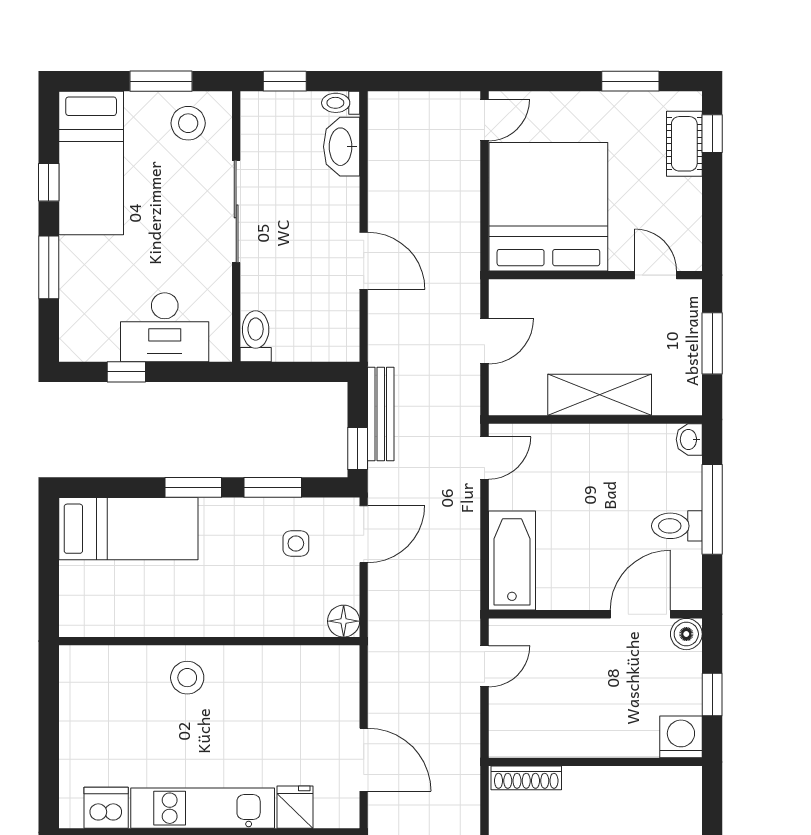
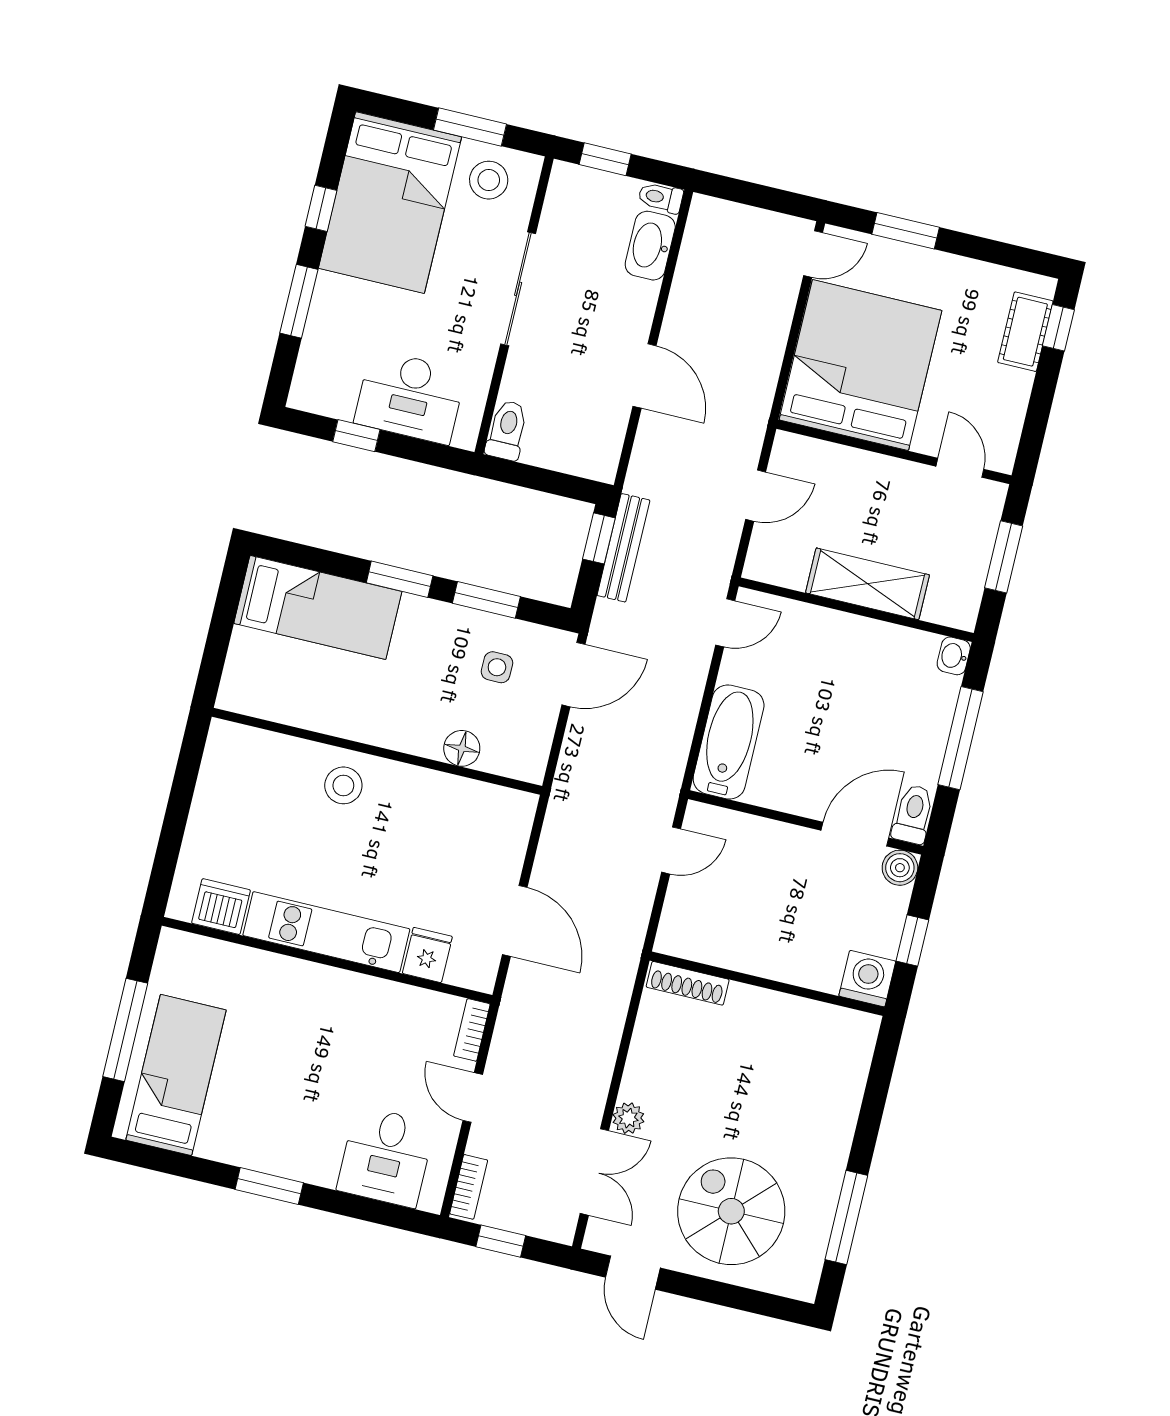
window: (630, 81) -> (906, 231), moved
bed: (91, 163) -> (390, 202), width x1.50
window: (358, 449) -> (599, 538), moved
toilet: (677, 526) -> (913, 814), moved, turned 90
floor lamp: (344, 621) -> (462, 748), moved

